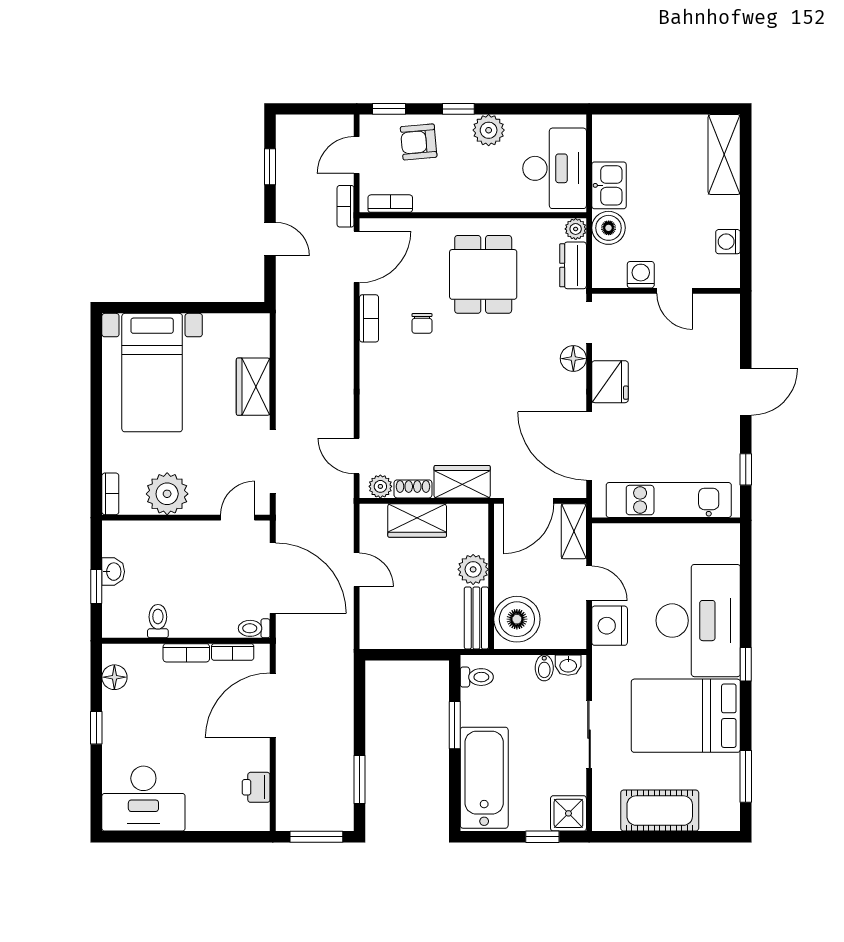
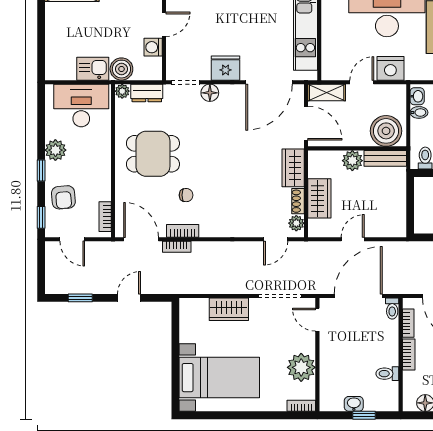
bookcase: (346, 206) -> (177, 247), moved

